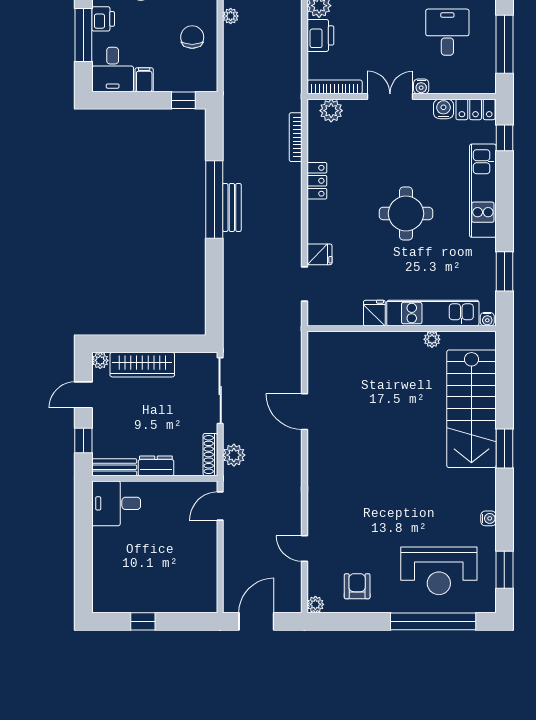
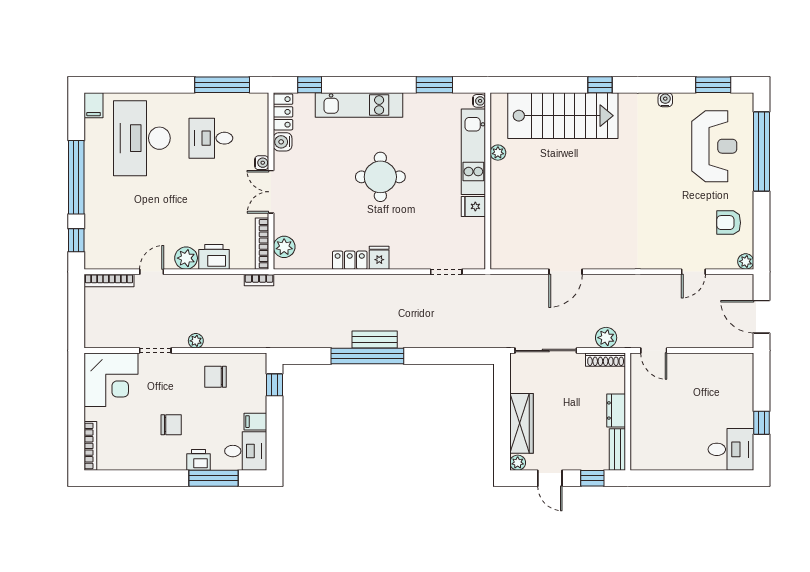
bookcase: (296, 137) -> (259, 280), moved, width x0.64
fridge: (319, 254) -> (379, 258), moved
window: (504, 449) -> (600, 85), width x0.67
desk: (116, 503) -> (731, 449), moved, turned -90

